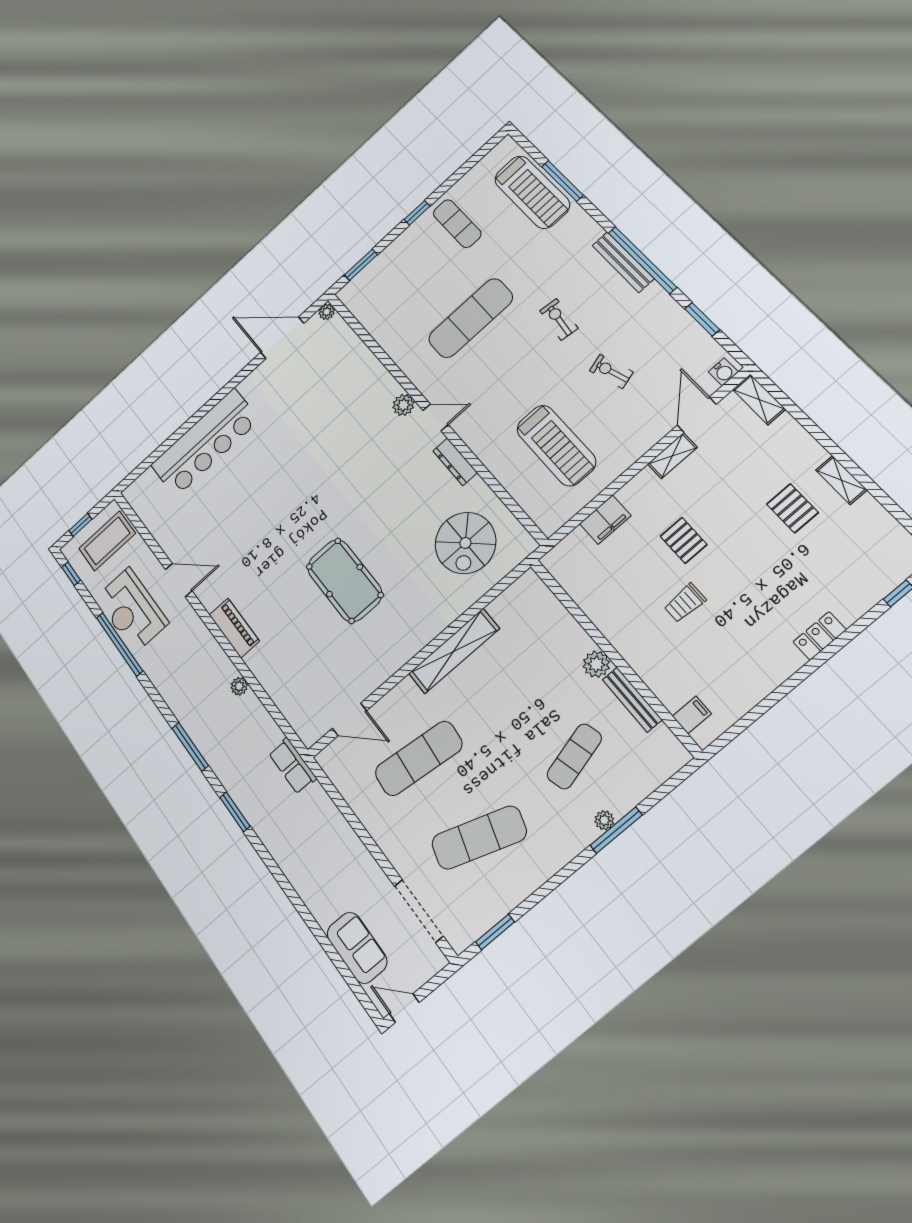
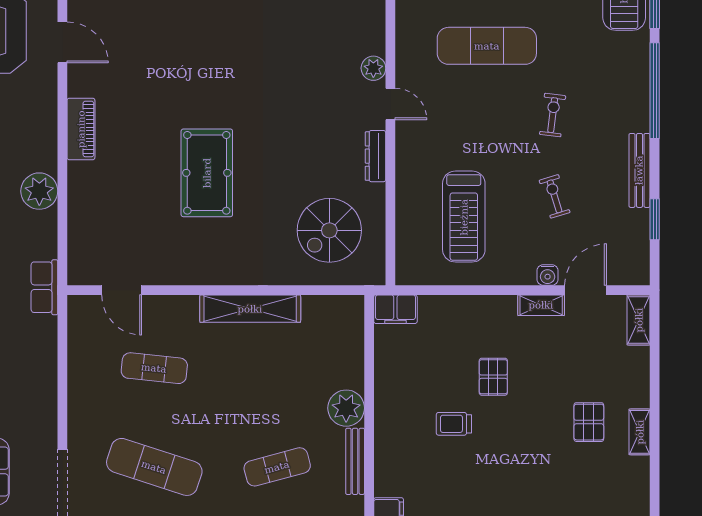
window: (642, 260) -> (655, 91), moved
bench: (623, 262) -> (639, 170), moved
water cooler: (723, 372) -> (548, 275), moved
filing cabinet: (605, 520) -> (395, 309), moved
plant: (596, 664) -> (346, 408), width x1.36, depth x1.36
plant: (239, 686) -> (39, 191), width x1.88, depth x1.88
exercise mat: (418, 759) -> (154, 368), width x0.73, depth x0.69

